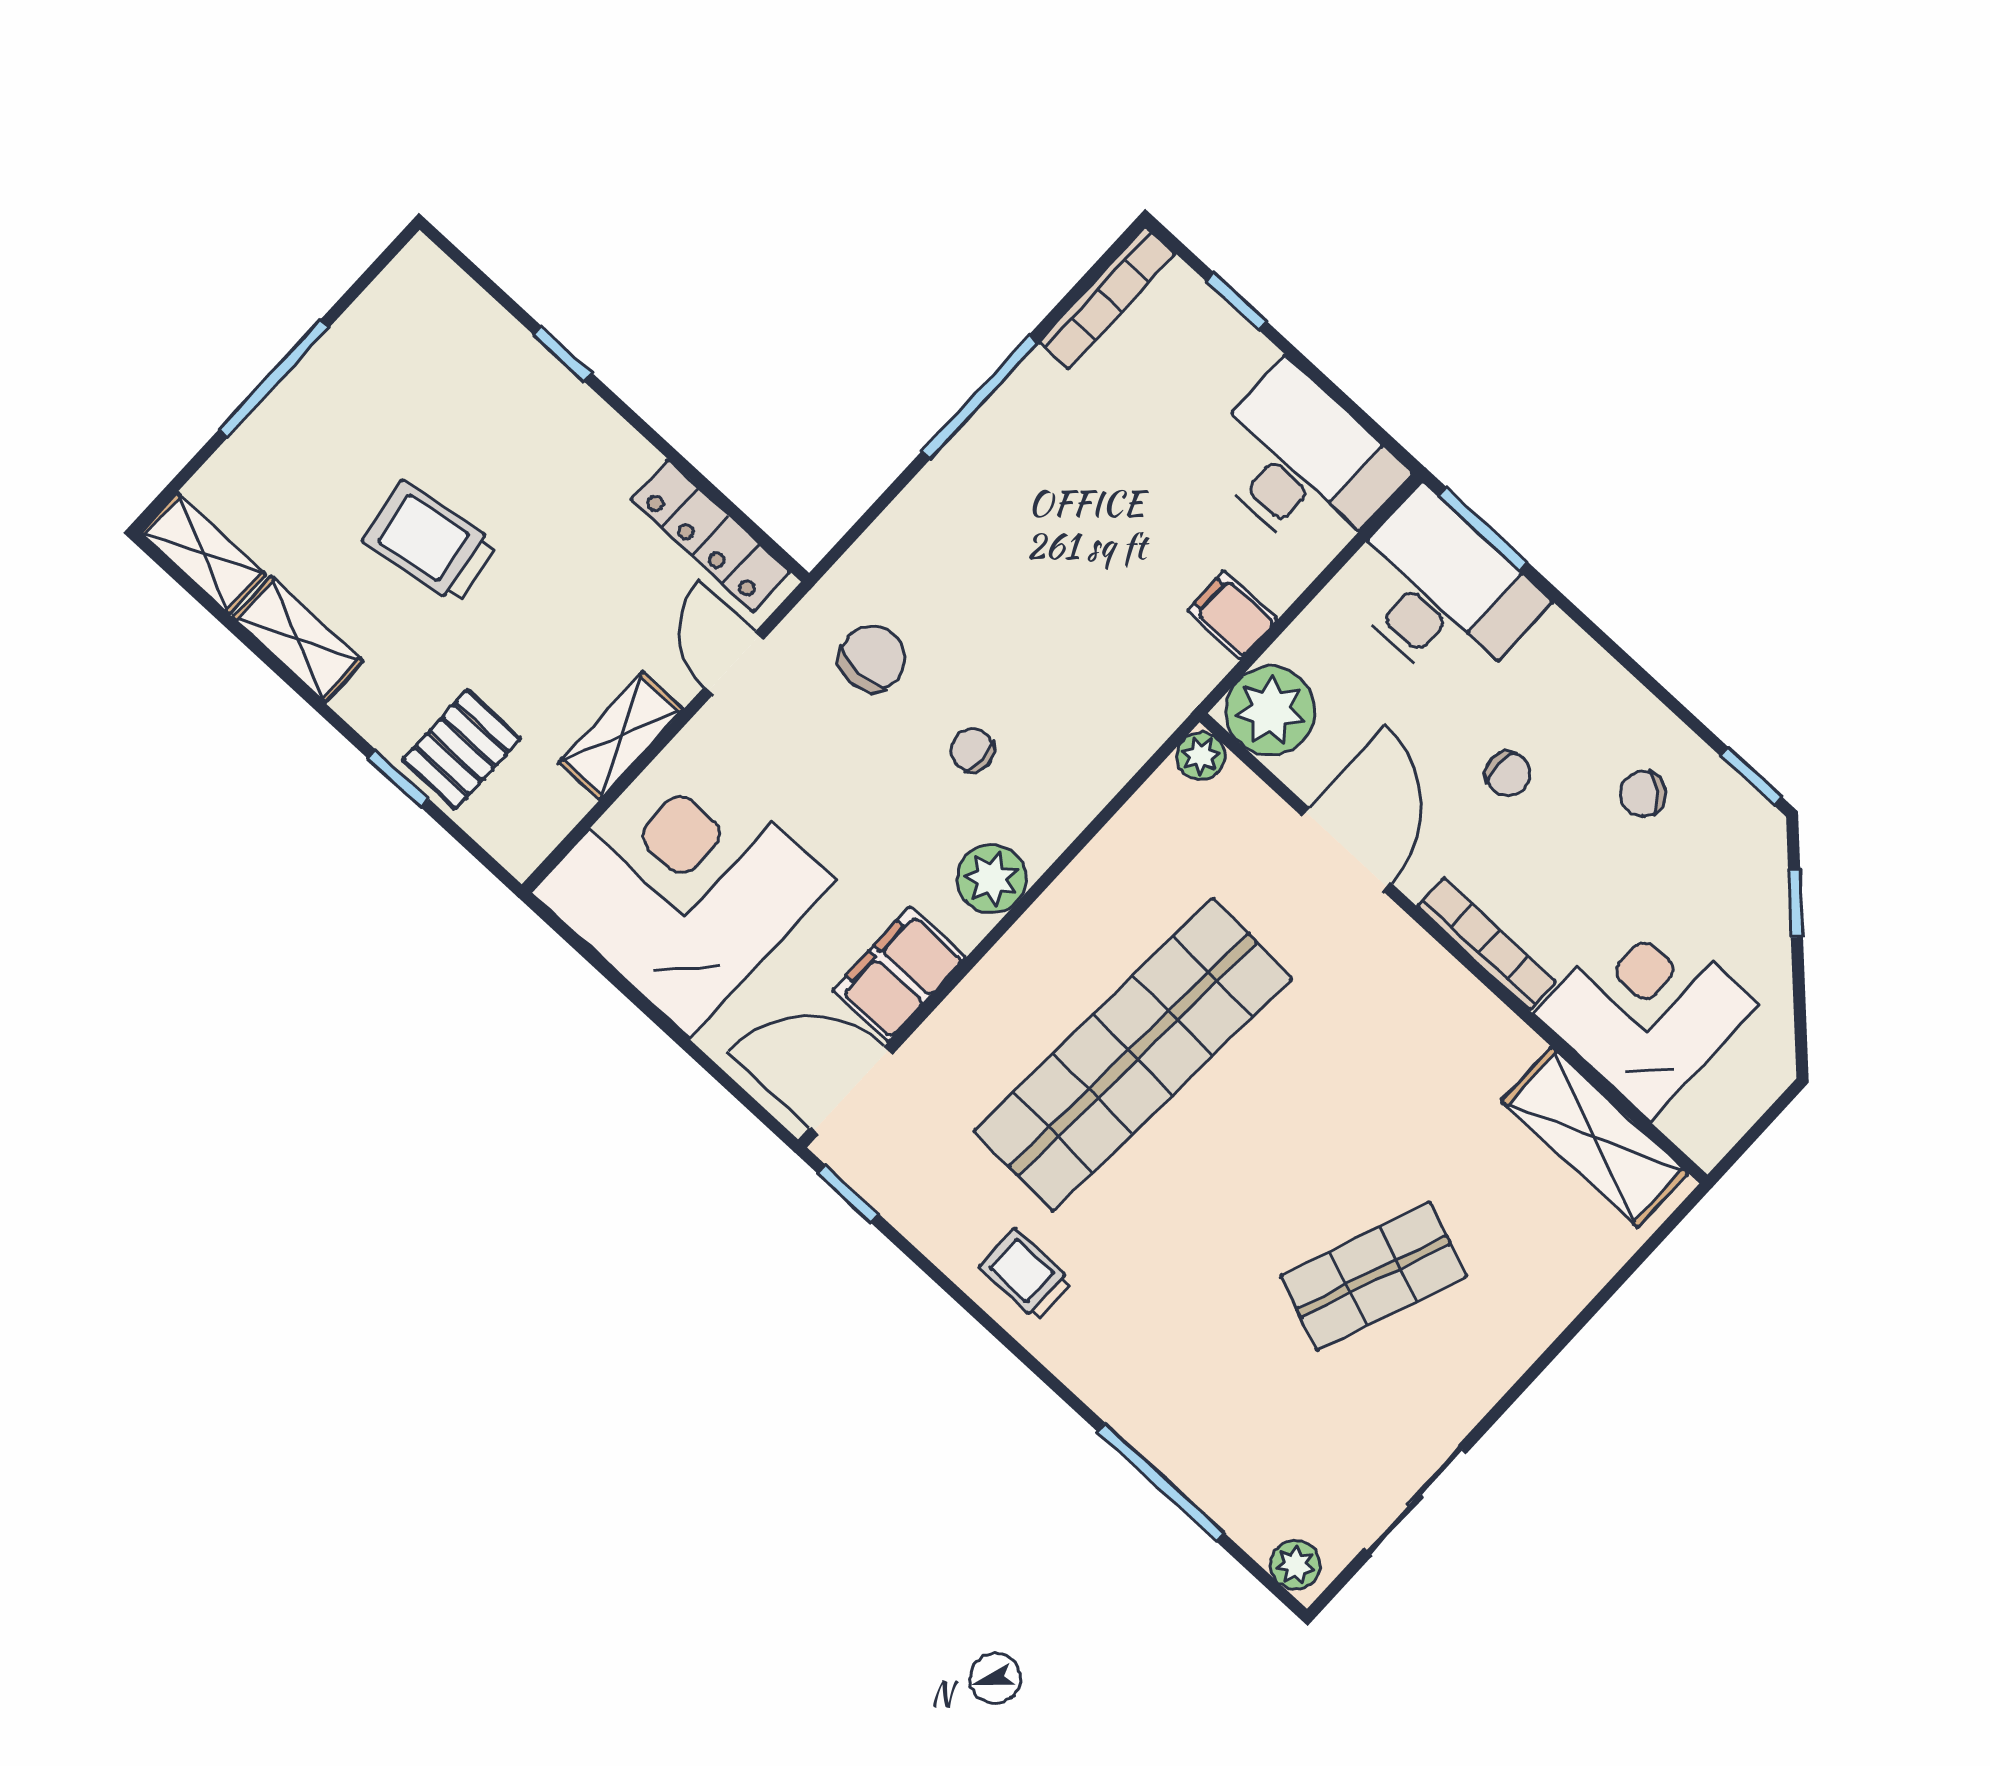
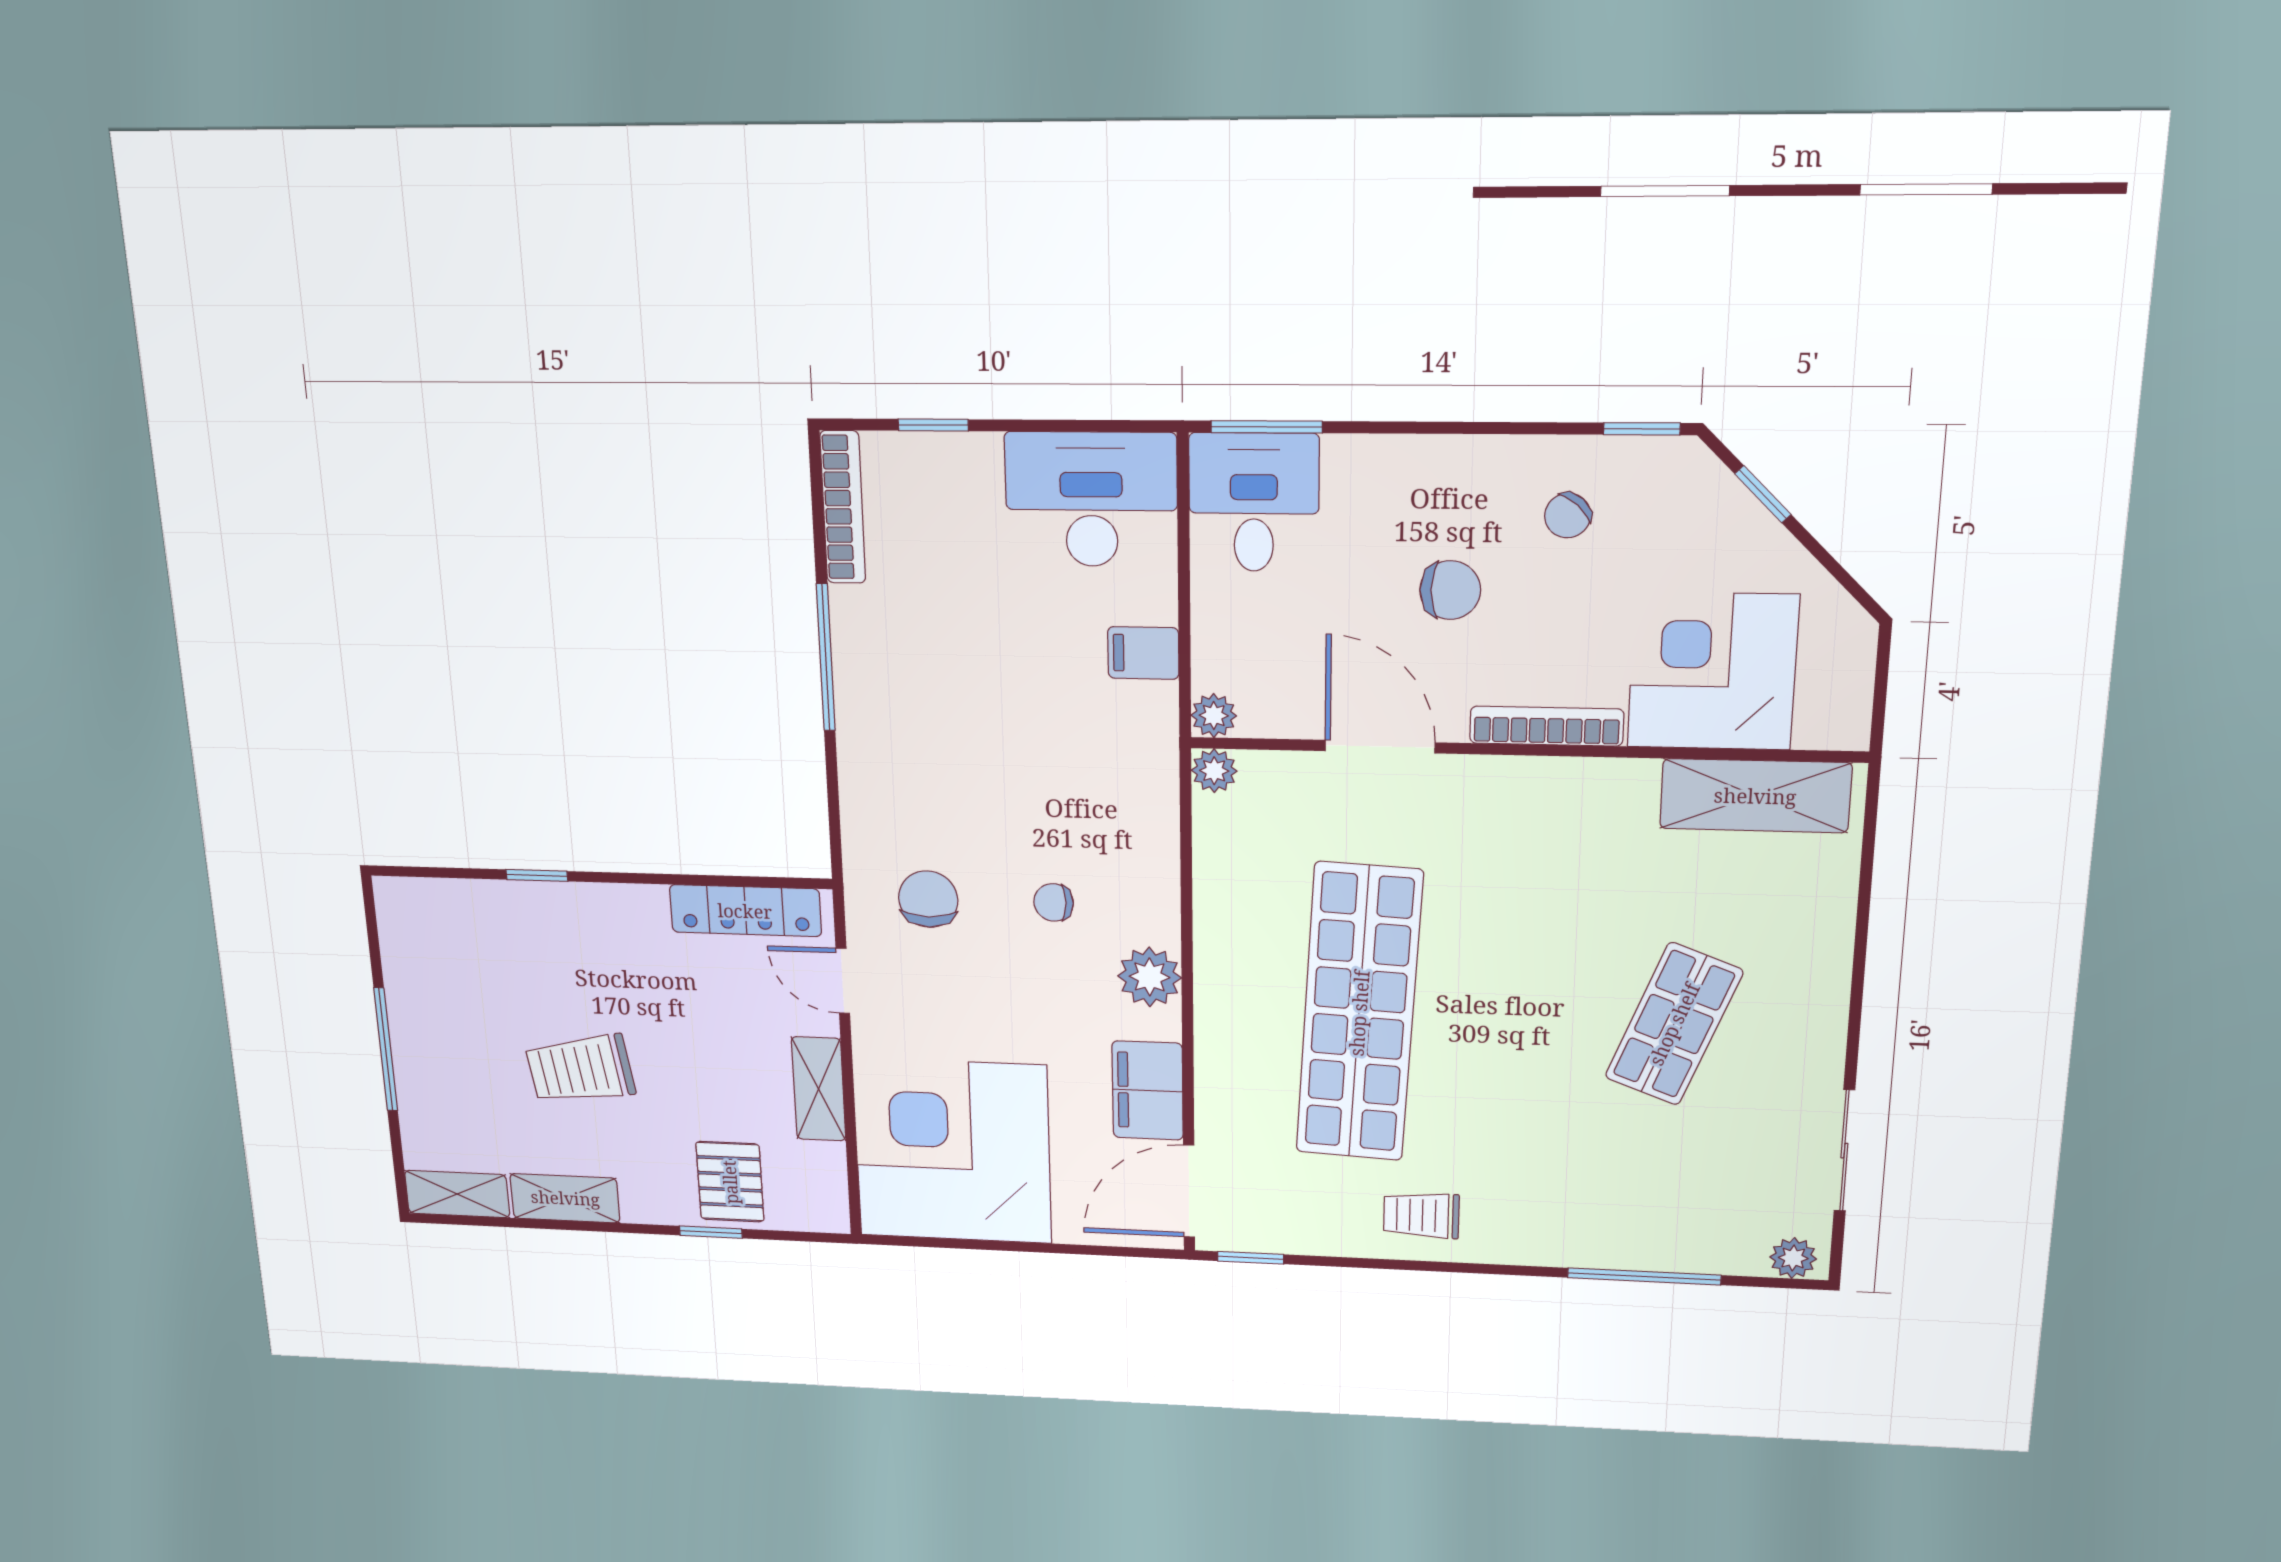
desk: (1440, 593) -> (1254, 502), width x0.73
plant: (1270, 711) -> (1214, 716), width x0.53, depth x0.53
chair: (1508, 774) -> (1450, 590), width x1.37, depth x1.37

